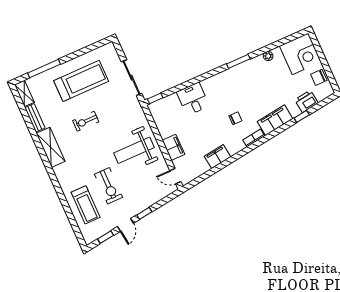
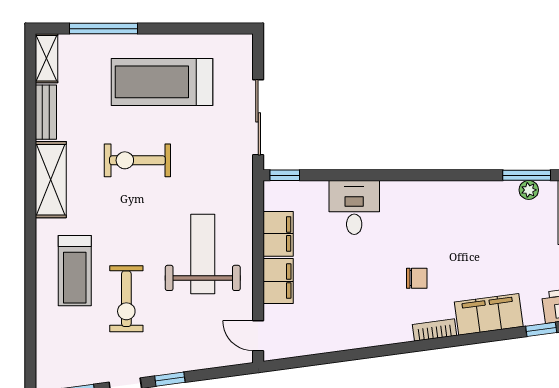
window: (238, 61) -> (527, 175), moved
treadmill: (81, 81) -> (162, 82), turned 180
exercise bike: (86, 121) -> (137, 160), width x1.38, depth x1.39
weight bench: (134, 150) -> (203, 254), turned 90
filing cabinet: (217, 157) -> (278, 234), moved, turned 98
treadmill: (86, 205) -> (75, 271), moved

